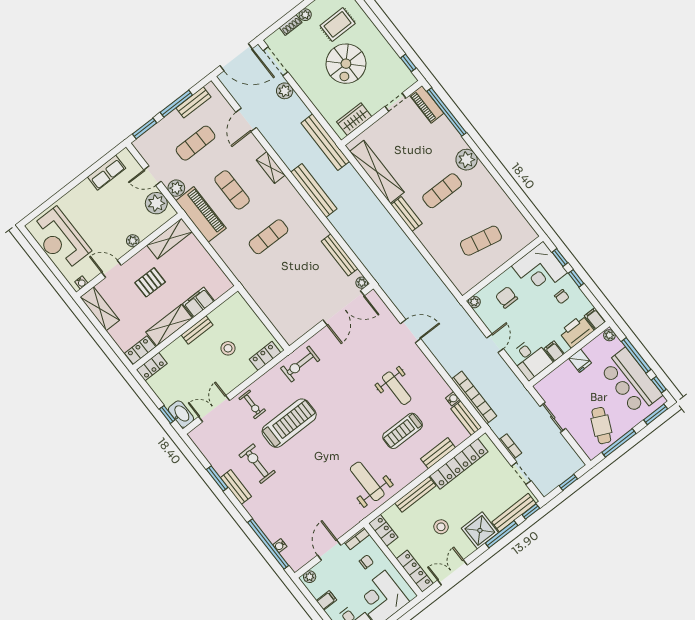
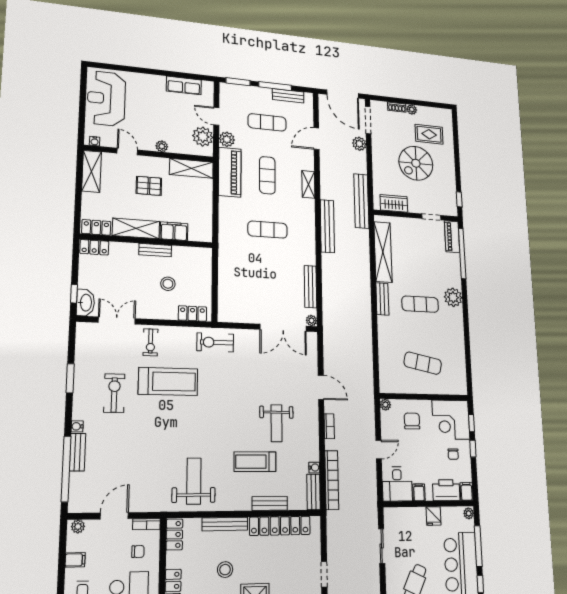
bookcase: (510, 446) -> (329, 426), moved
bench: (236, 487) -> (78, 452), moved
water cooler: (280, 546) -> (77, 426), moved

